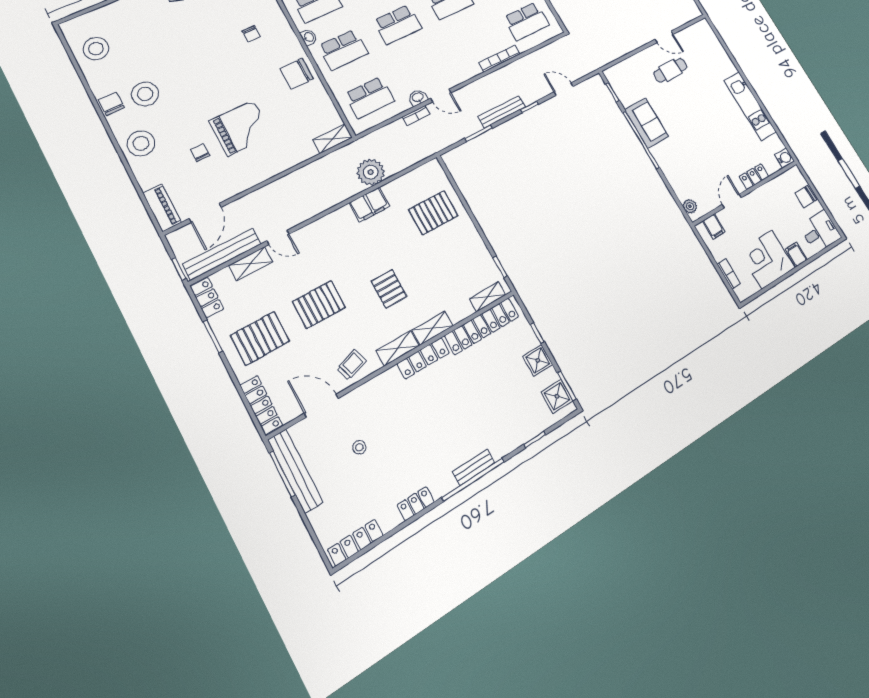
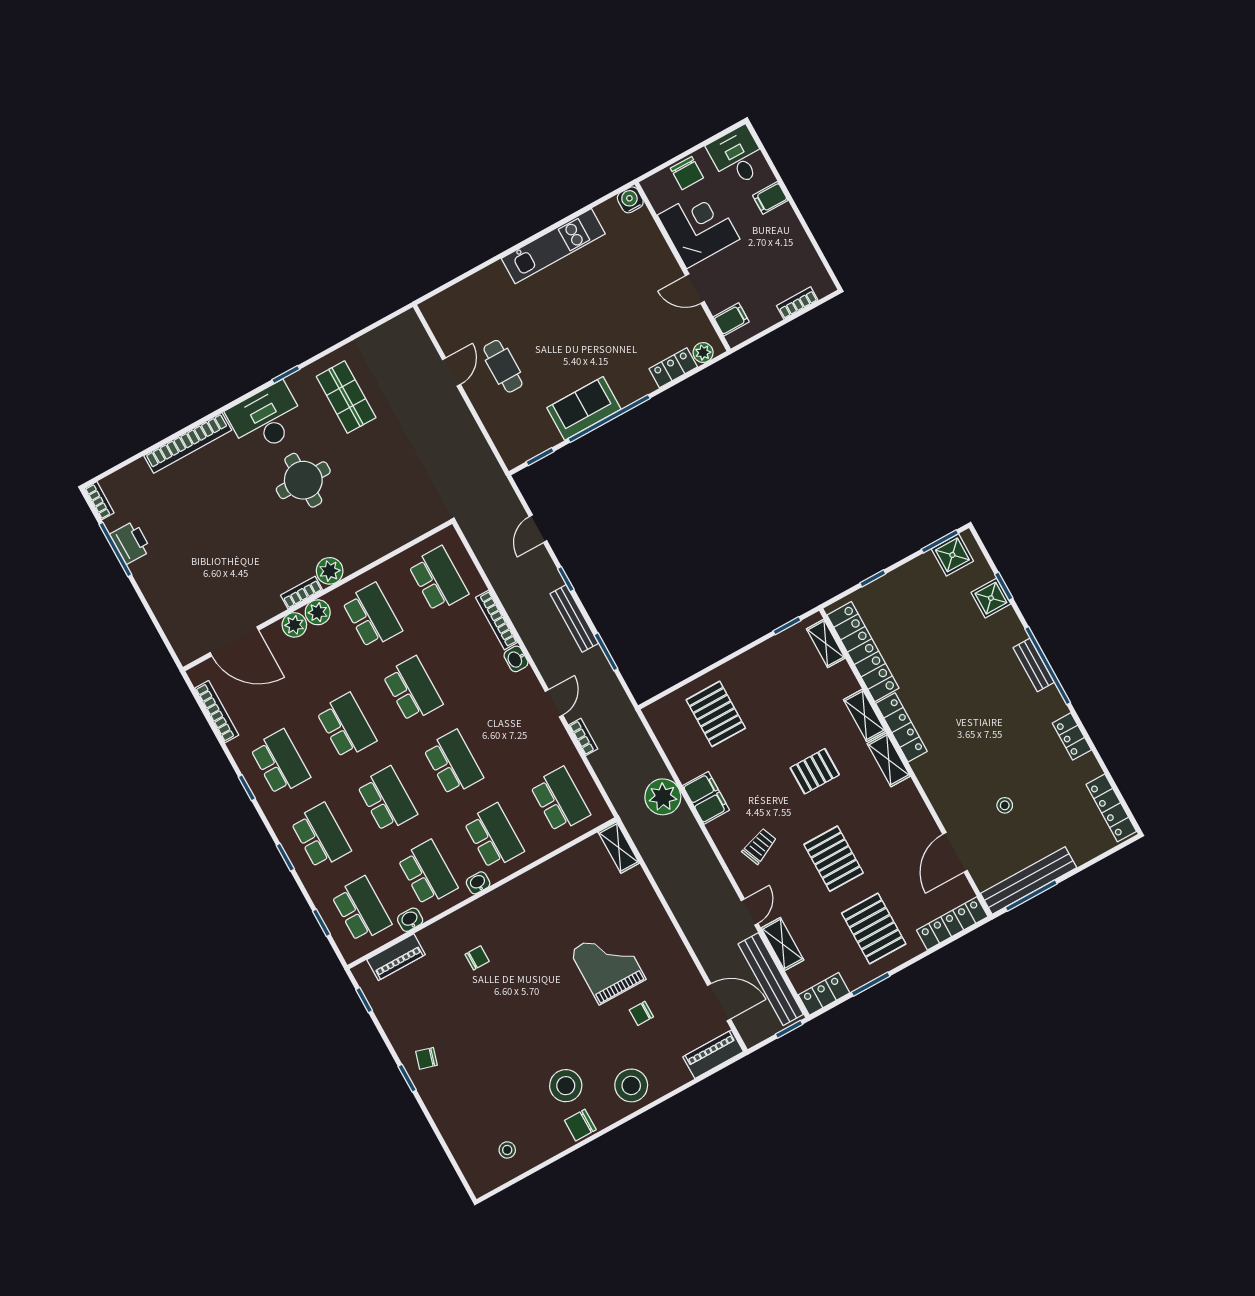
stool: (96, 49) -> (507, 1150), width x0.53, depth x0.53
chair: (297, 74) -> (531, 897), removed
washbasin: (418, 97) -> (516, 659), moved
locker: (754, 177) -> (673, 368), moved, turned 90
corner desk: (767, 259) -> (699, 227), moved, turned 180
shower: (538, 360) -> (991, 598), moved
trolley: (352, 365) -> (759, 846), moved, turned 86

